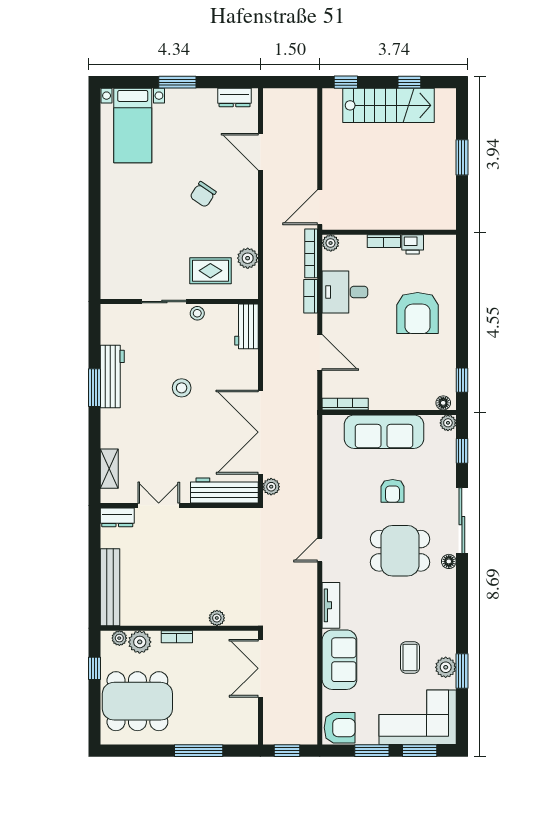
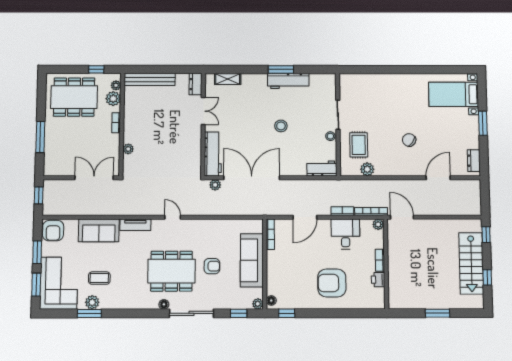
armchair: (393, 491) -> (212, 266), turned 180
dining table: (400, 551) -> (171, 271), width x1.38
dining table: (137, 701) -> (74, 97), turned 90

